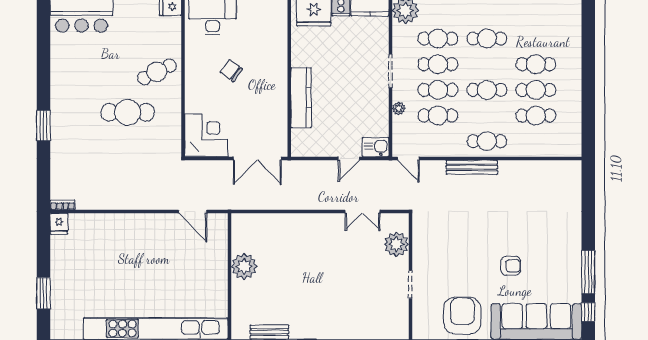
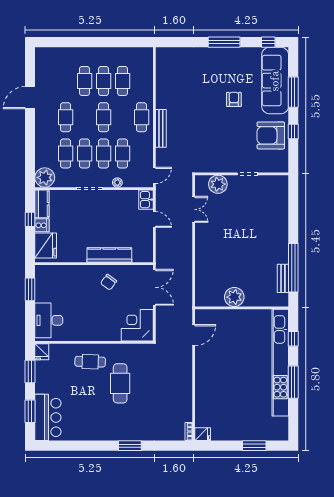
chair: (231, 71) -> (109, 282), moved
cafe table: (157, 72) -> (90, 362), turned -62
window: (588, 272) -> (224, 42), moved

